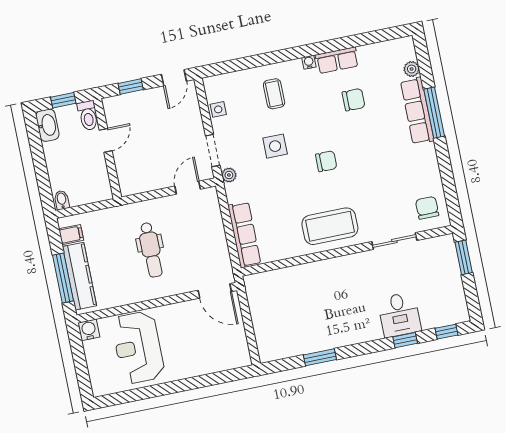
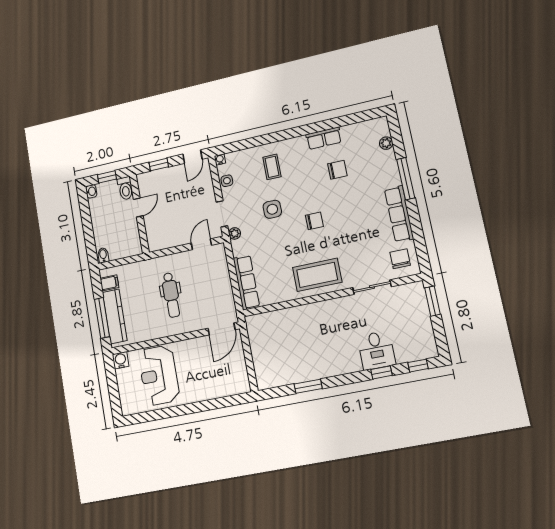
water cooler: (309, 62) -> (220, 160), moved
row of seats: (417, 111) -> (399, 214), moved
washbasin: (47, 125) -> (91, 191), width x0.52, depth x0.69
door: (215, 291) -> (222, 329), hinge flipped

